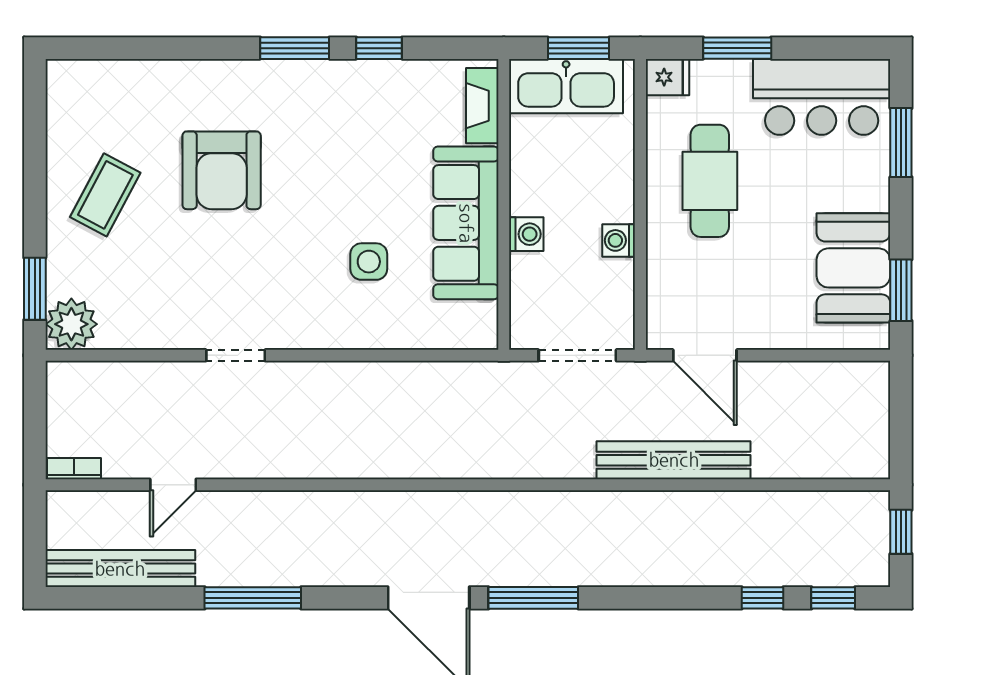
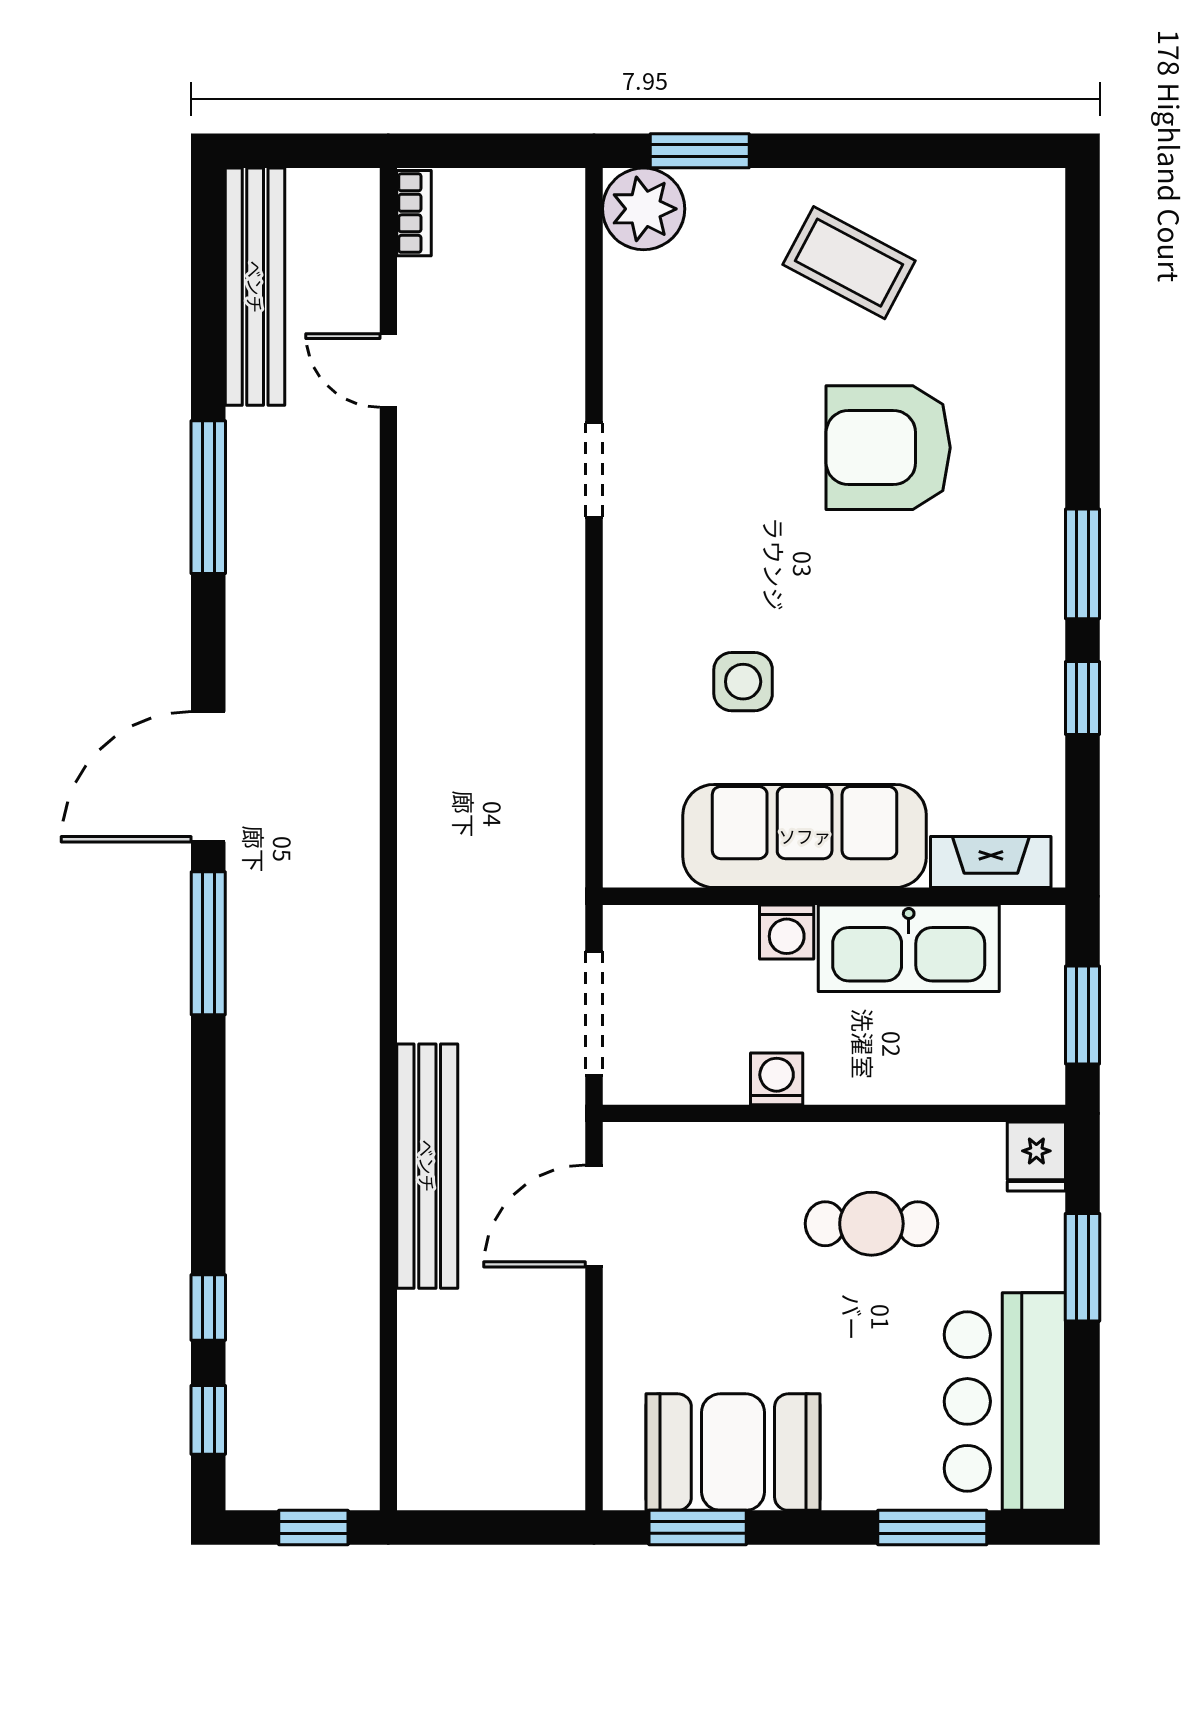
kitchen sink: (566, 86) -> (909, 948), moved, turned -90
cafe table: (710, 181) -> (871, 1224), width x0.73, depth x0.74

